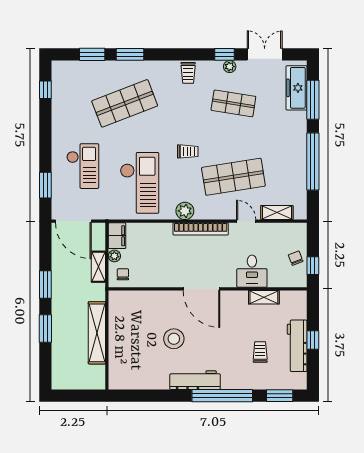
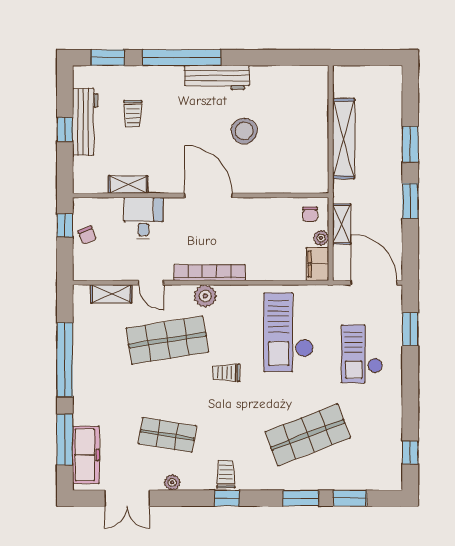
window: (225, 54) -> (227, 498), moved
plant: (185, 211) -> (205, 296), moved

